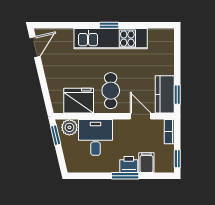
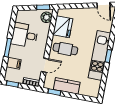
kitchen counter: (165, 94) -> (67, 86), moved
desk: (96, 137) -> (25, 35), moved, turned 180
printer: (129, 165) -> (15, 51), removed

